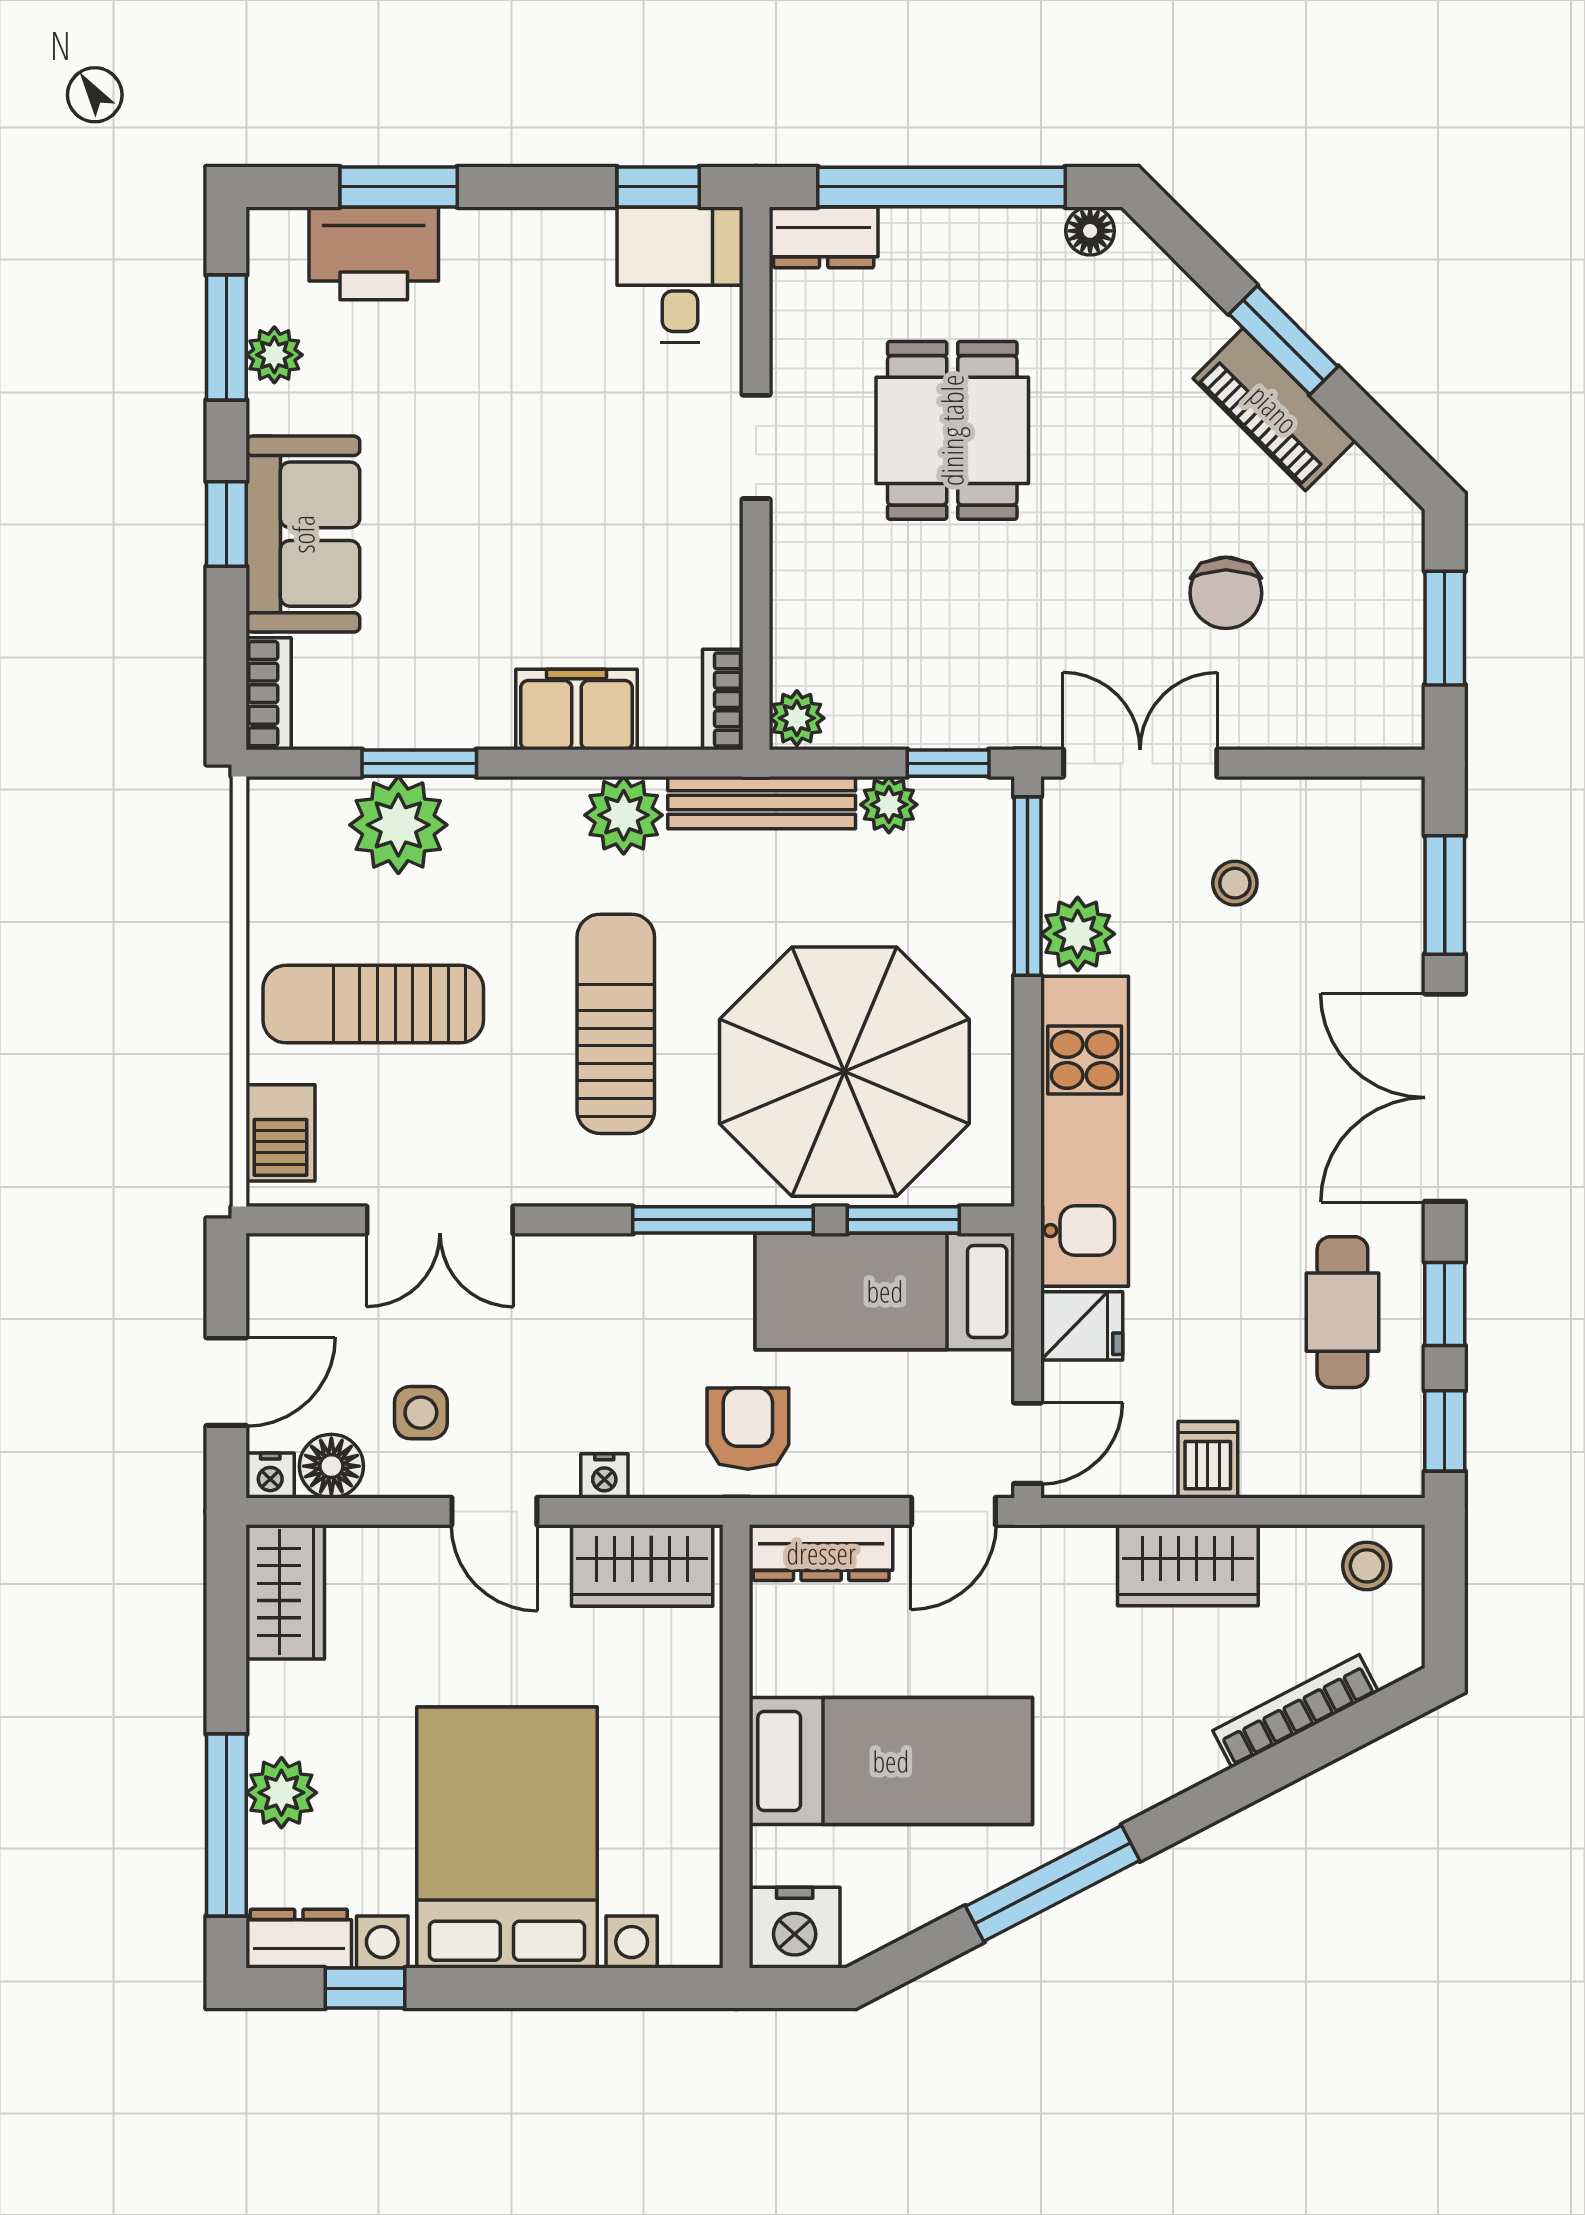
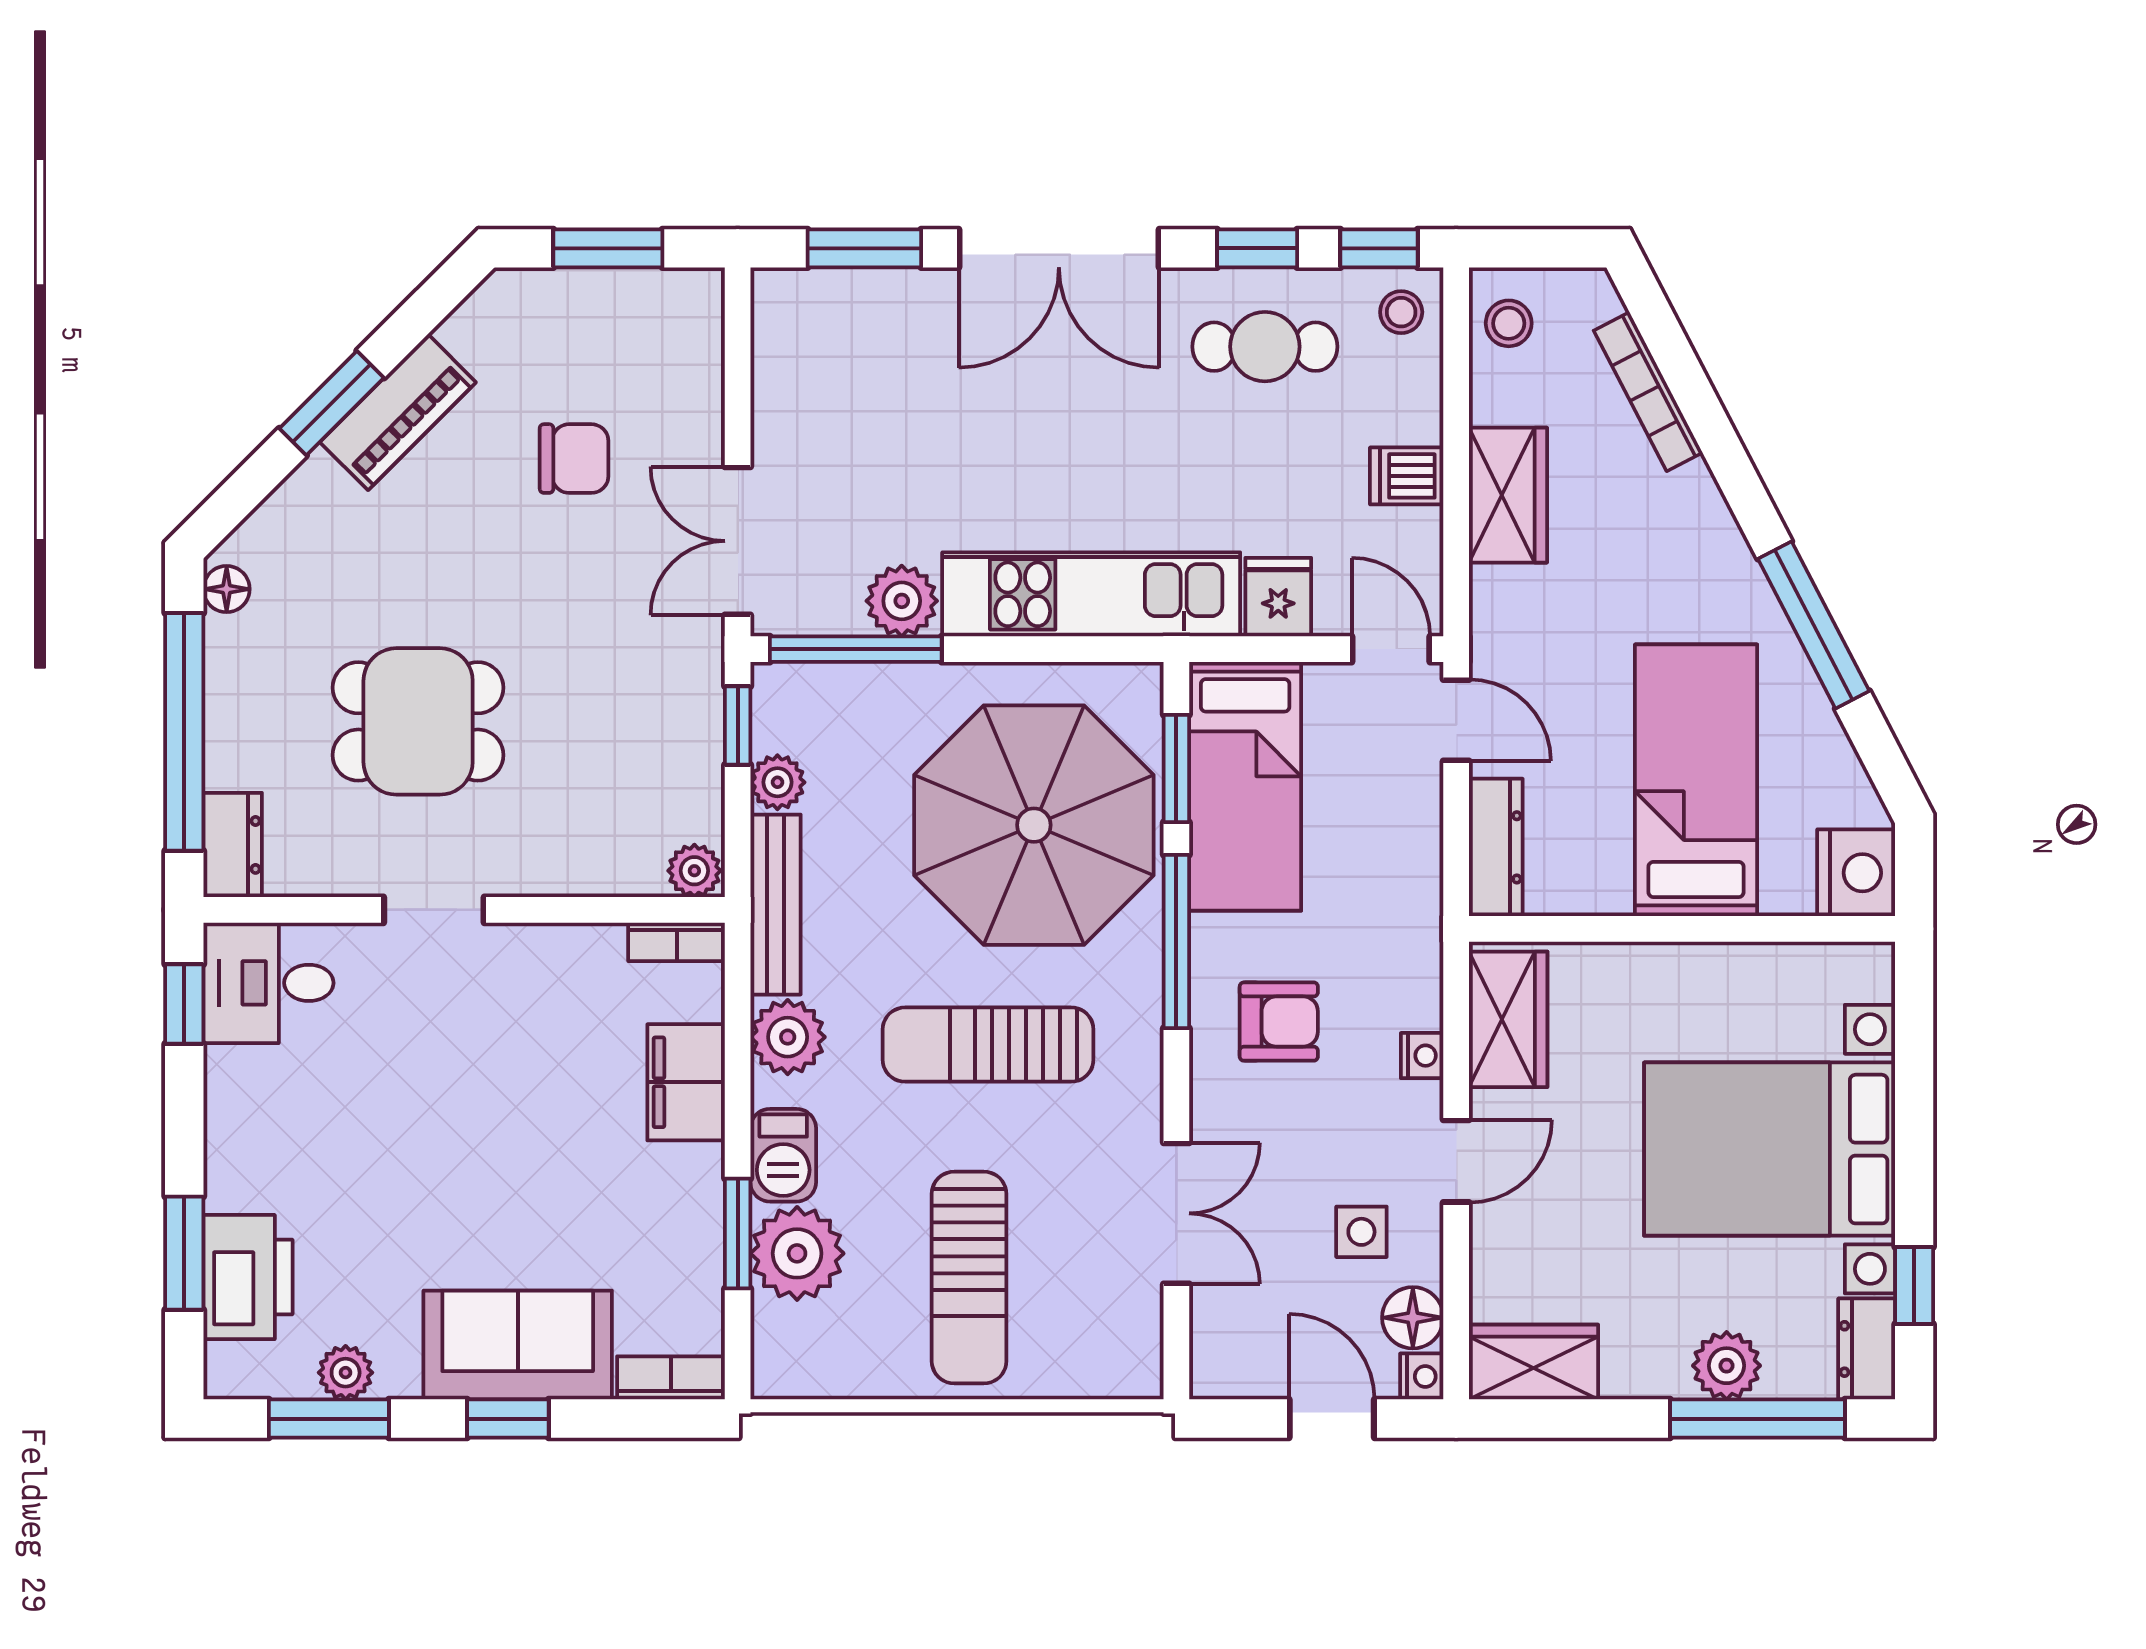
stool: (1235, 883) -> (1401, 312), moved
barbecue: (281, 1133) -> (783, 1155), moved, turned 90
armchair: (748, 1429) -> (1279, 1022), moved, turned 180

